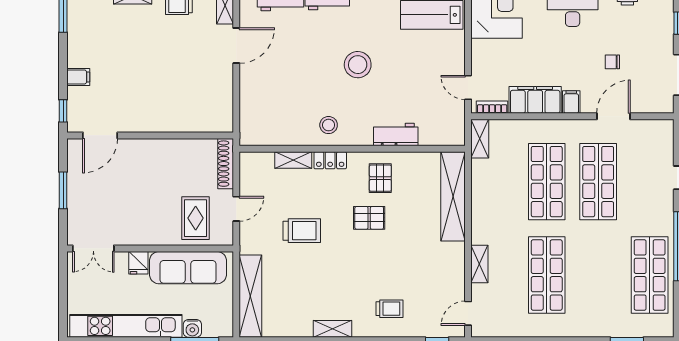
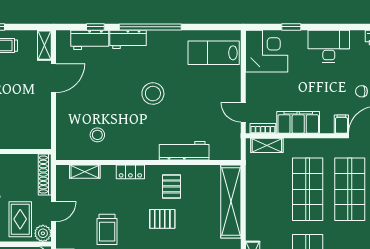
filing cabinet: (571, 102) -> (341, 124), moved
stool: (329, 125) -> (97, 135), moved
workbench: (396, 135) -> (184, 151), width x1.38
shelving: (480, 139) -> (267, 145), moved, turned 90
shelving: (293, 160) -> (85, 172), moved
trolley: (302, 231) -> (107, 229), turned 90
plant: (223, 235) -> (43, 233), added

